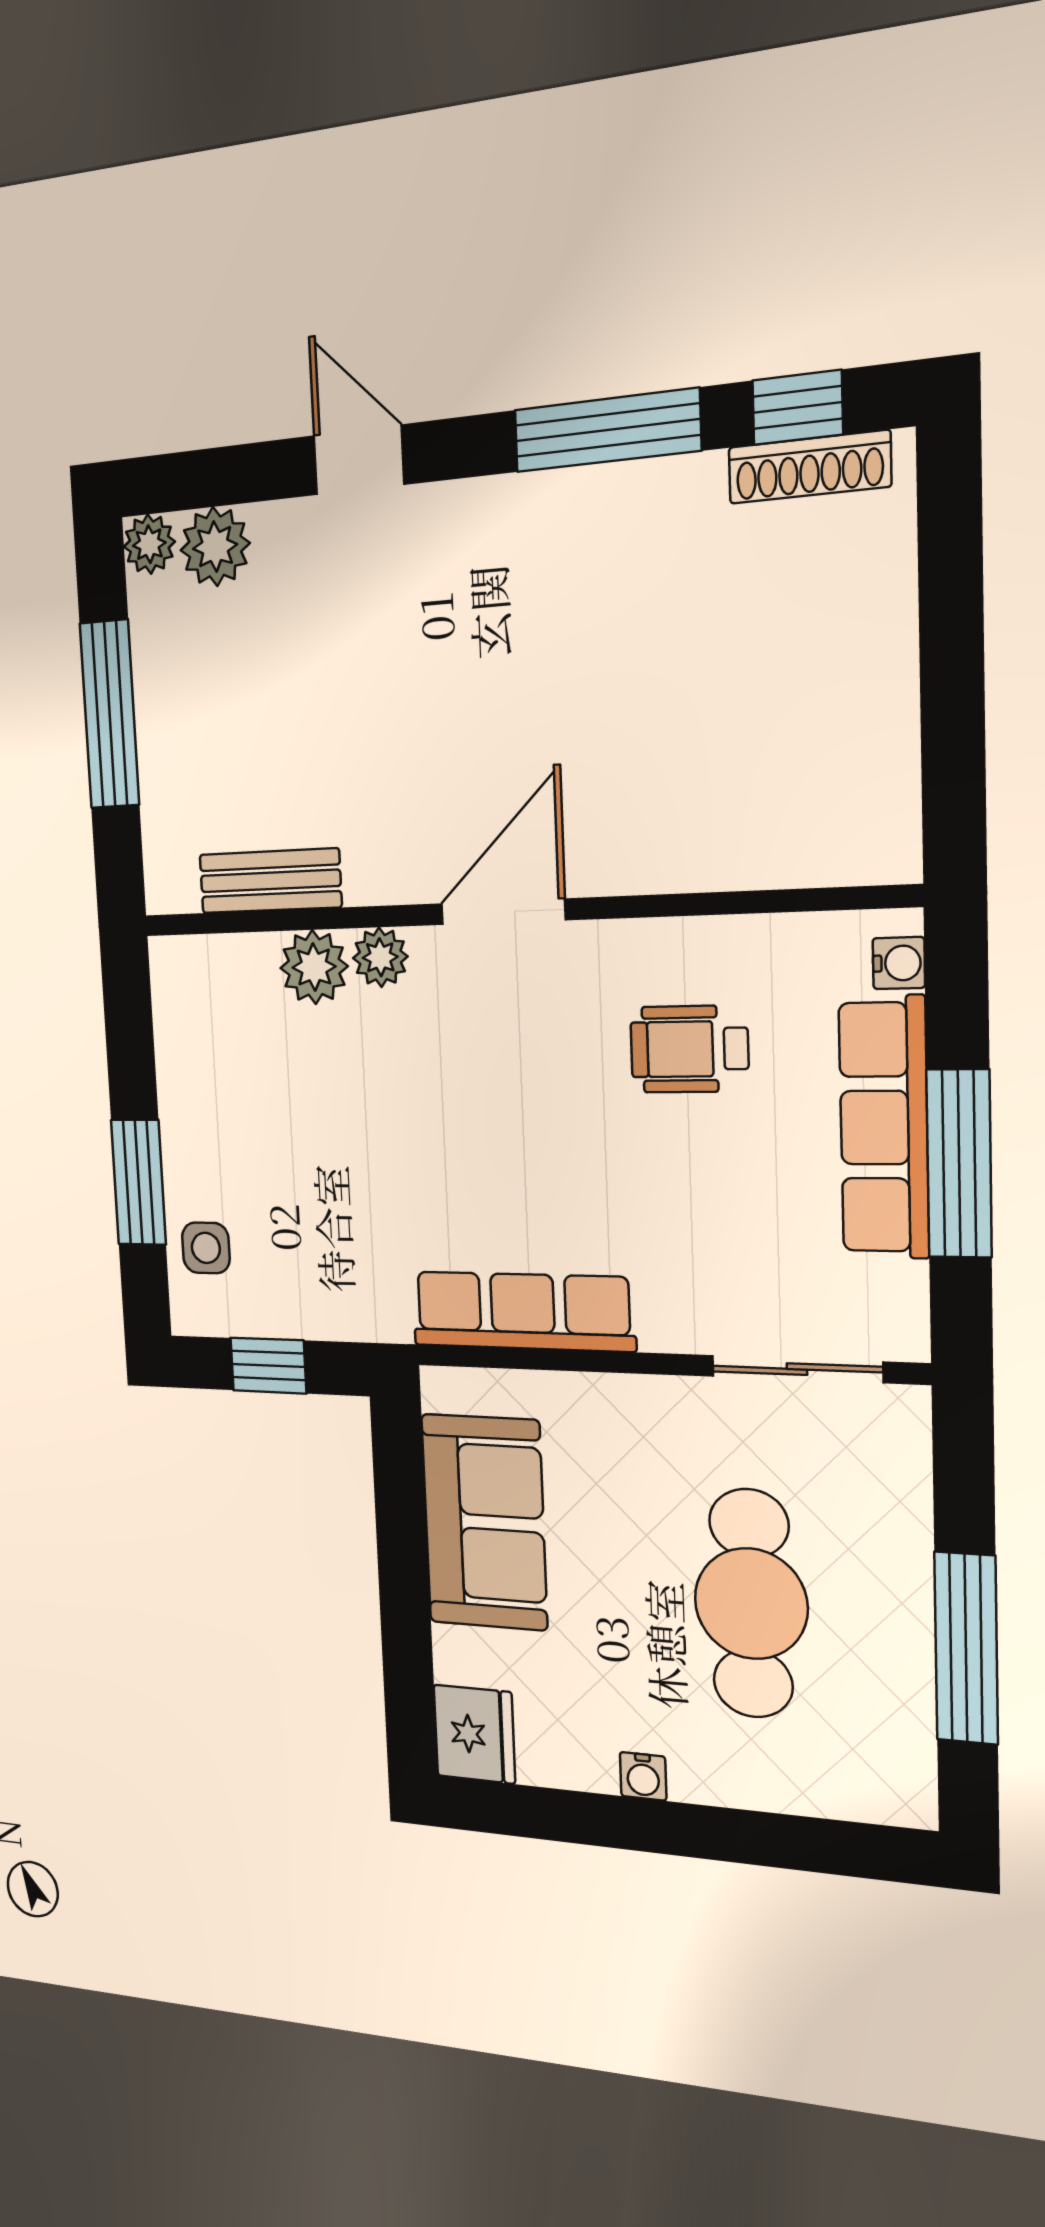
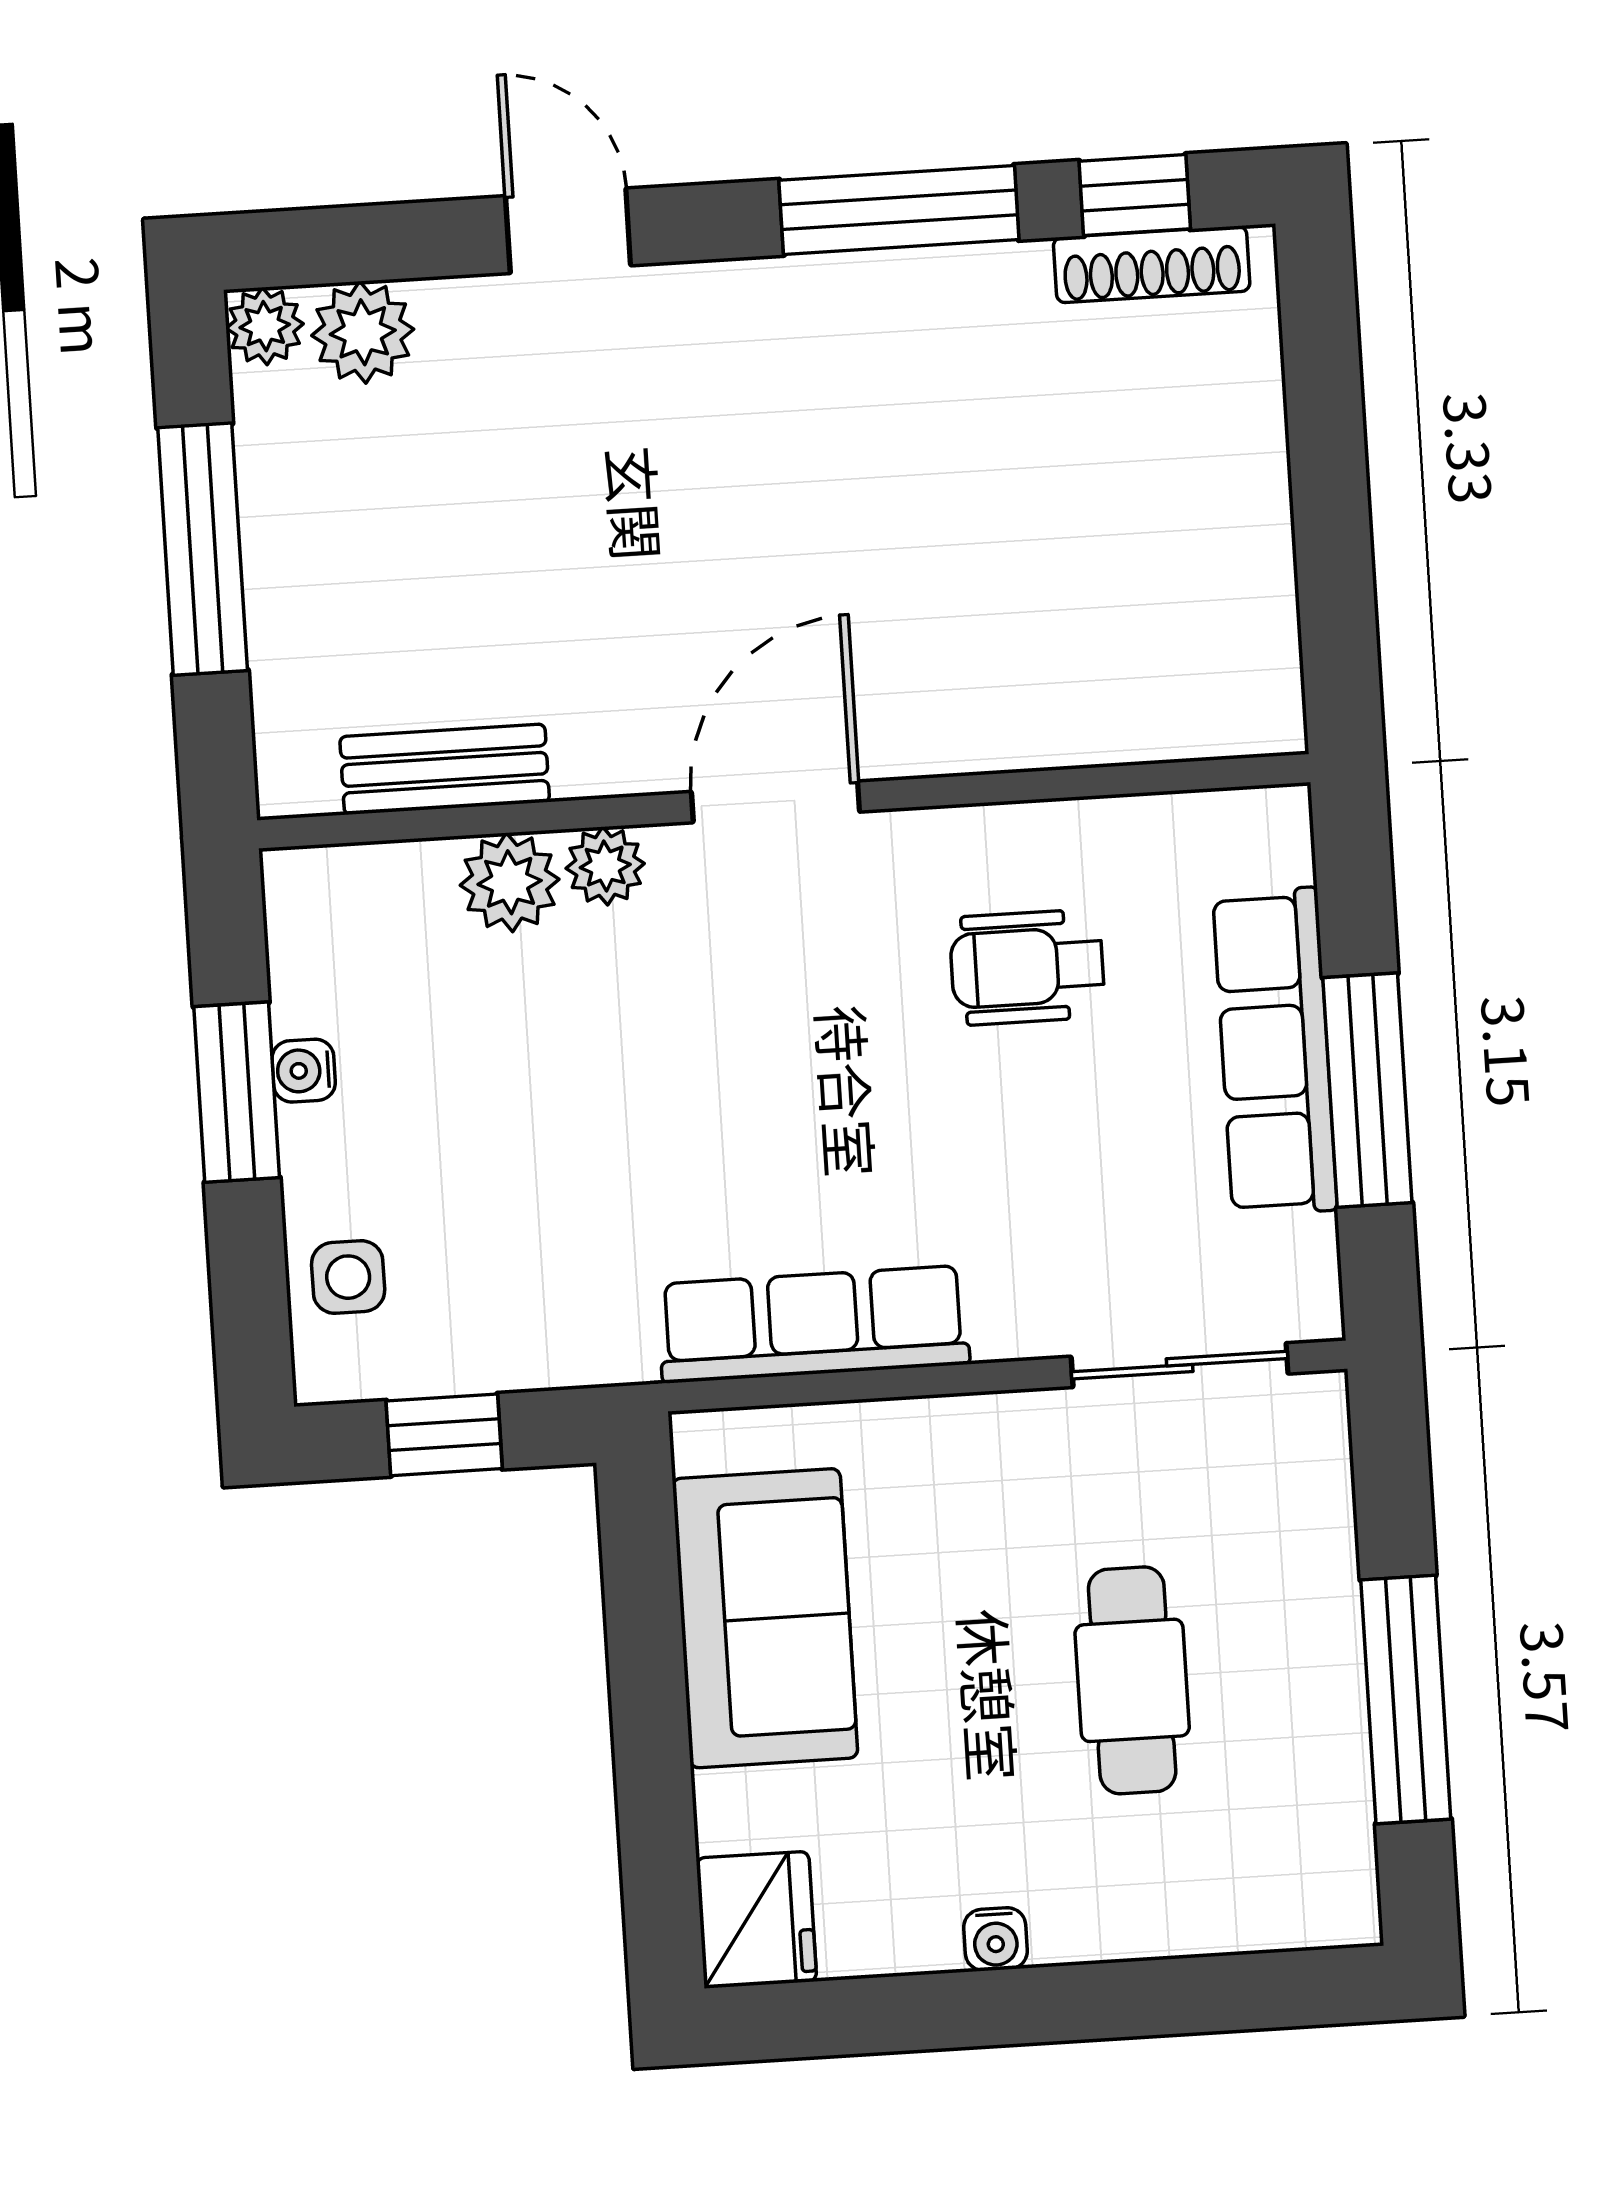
water cooler: (899, 963) -> (304, 1071), moved, turned 180
window: (138, 1182) -> (237, 1092), moved
cafe table: (751, 1604) -> (1132, 1680), width x0.73, depth x0.74

